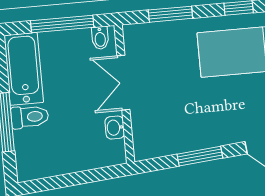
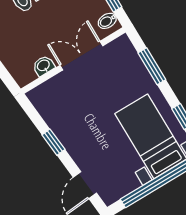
window: (200, 156) -> (53, 142), width x0.67

